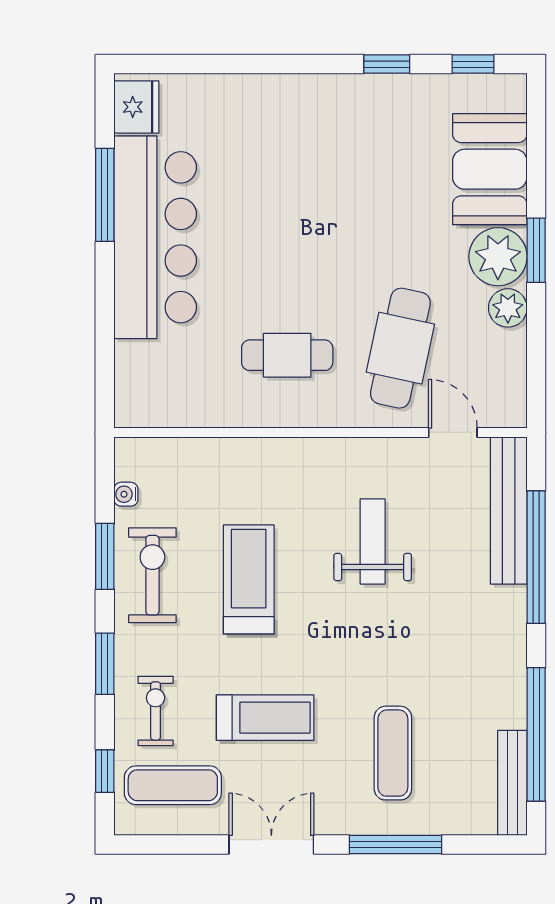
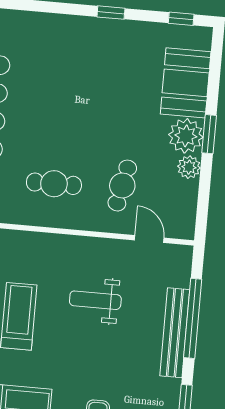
window: (387, 64) -> (111, 13), moved
cafe table: (400, 348) -> (122, 186), width x0.73, depth x0.74
bench: (509, 510) -> (175, 333), moved
weight bench: (373, 541) -> (95, 300), turned -90

